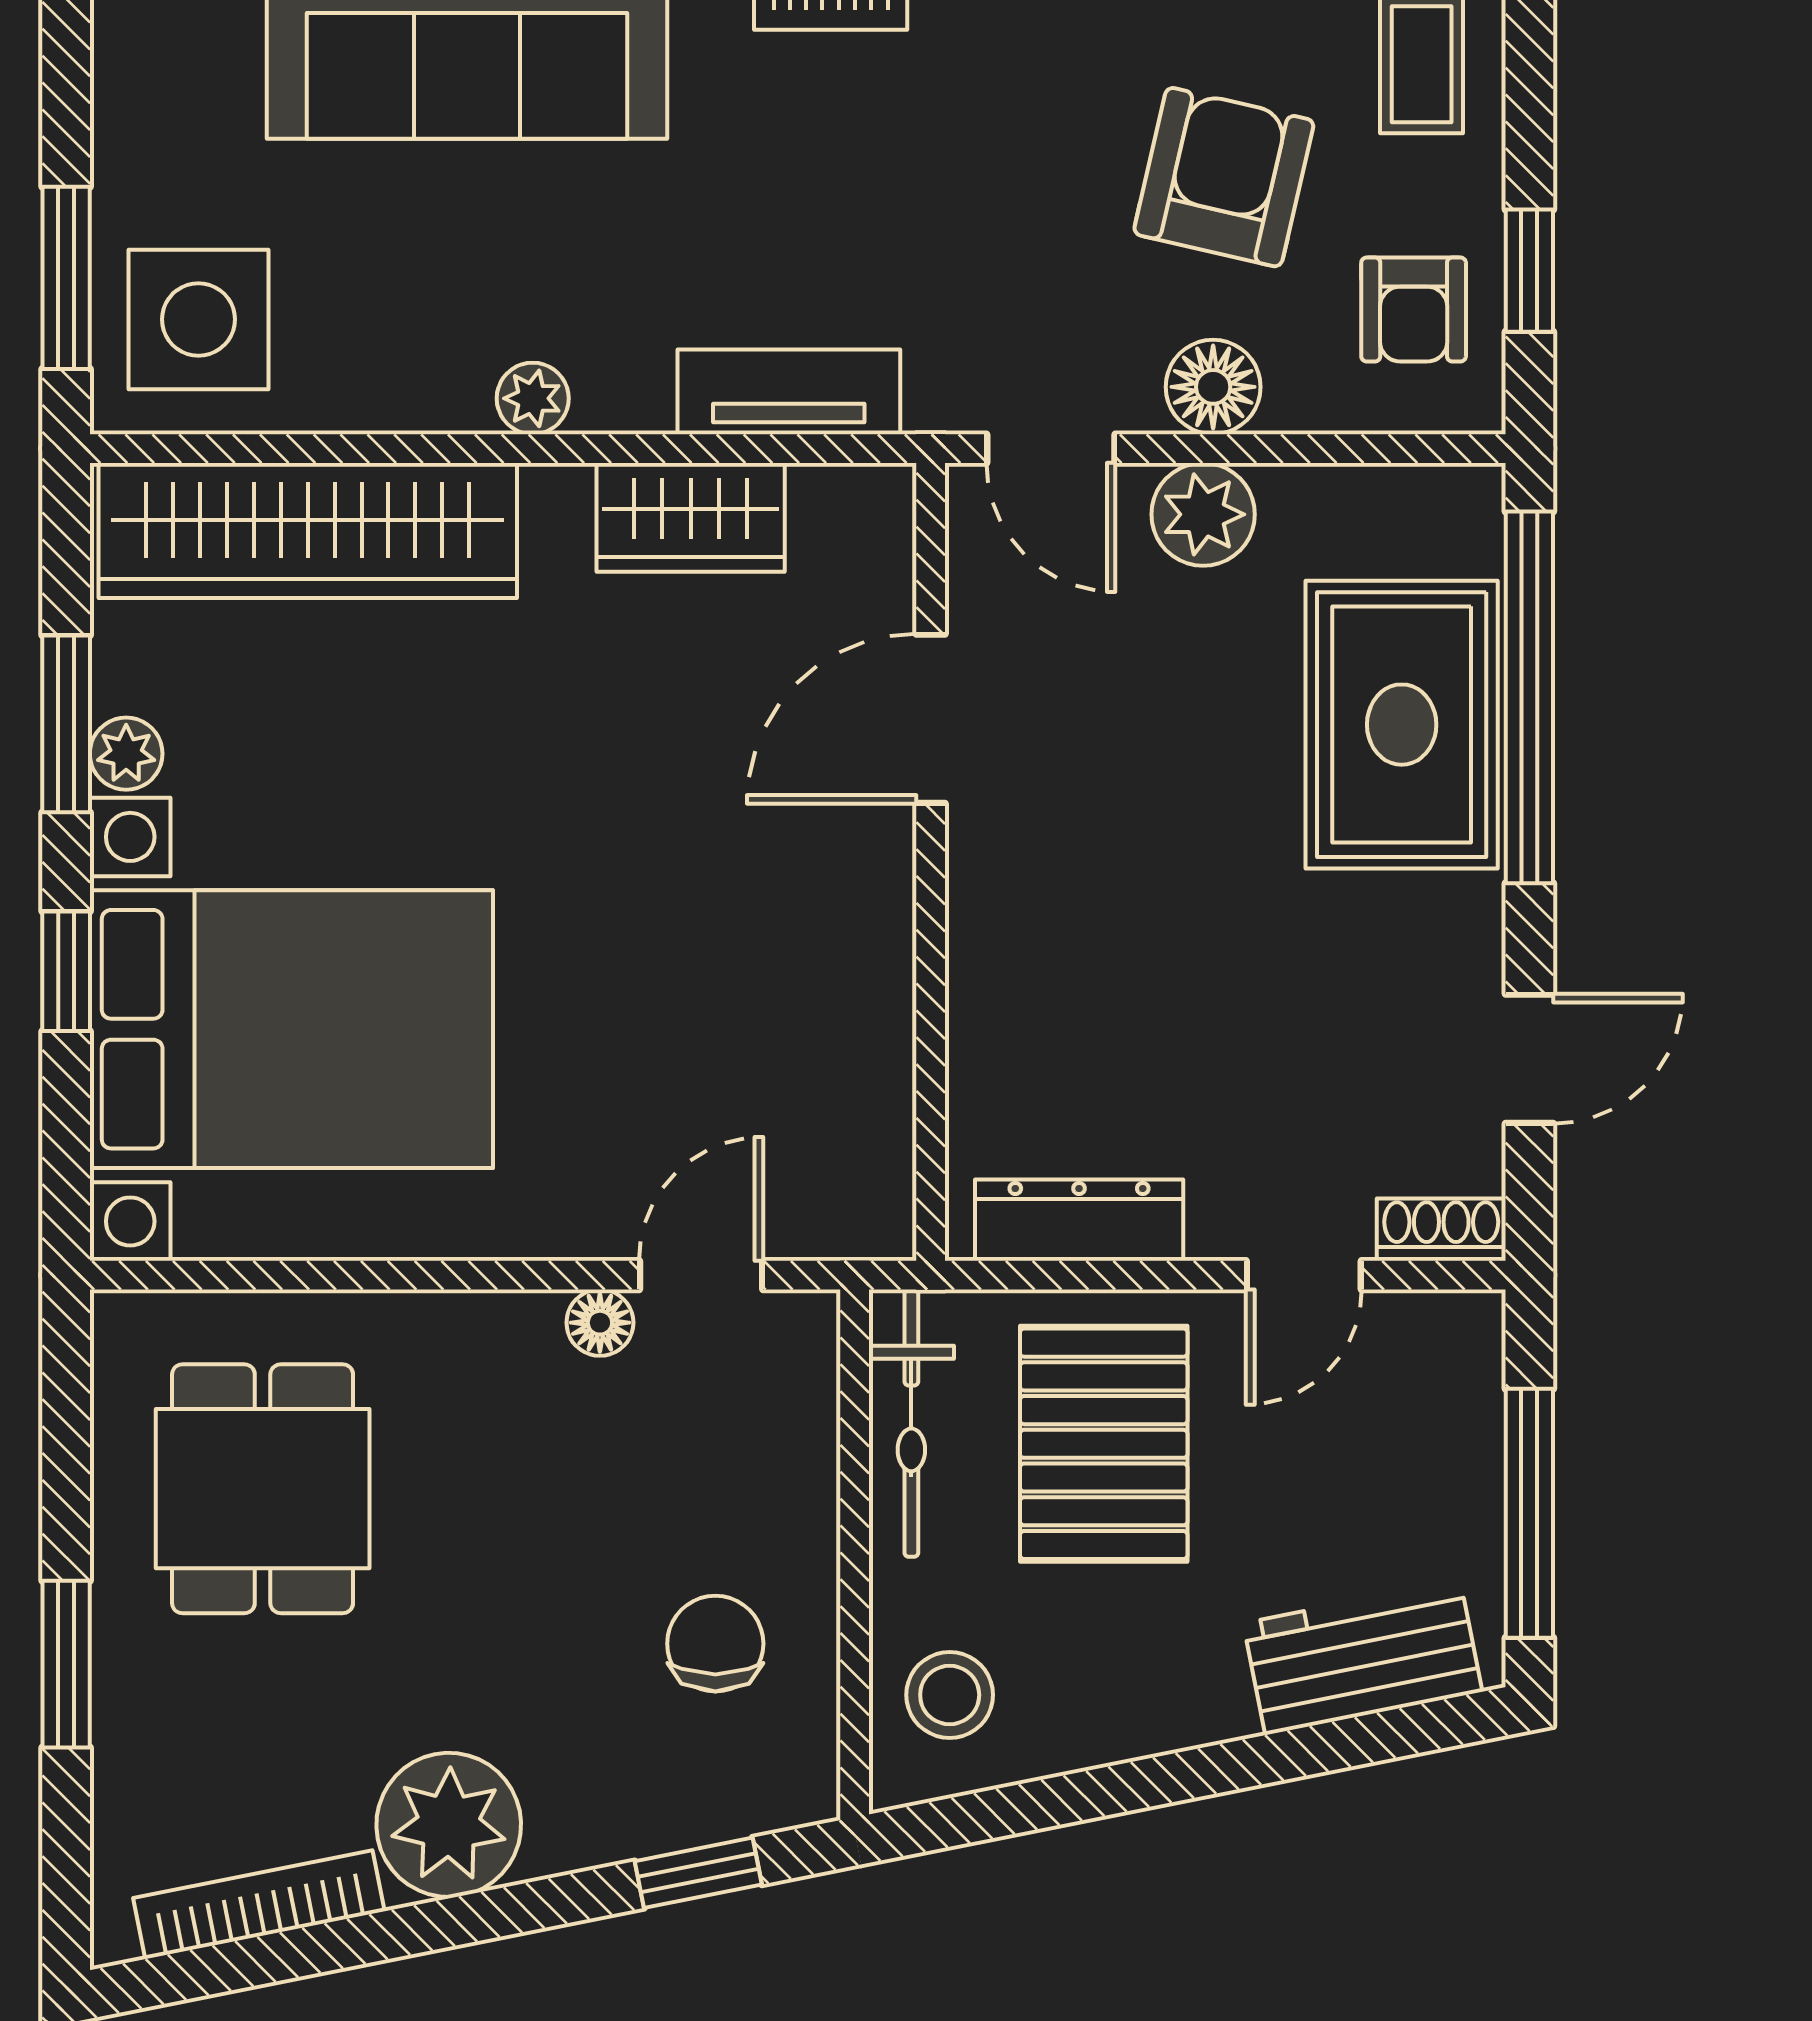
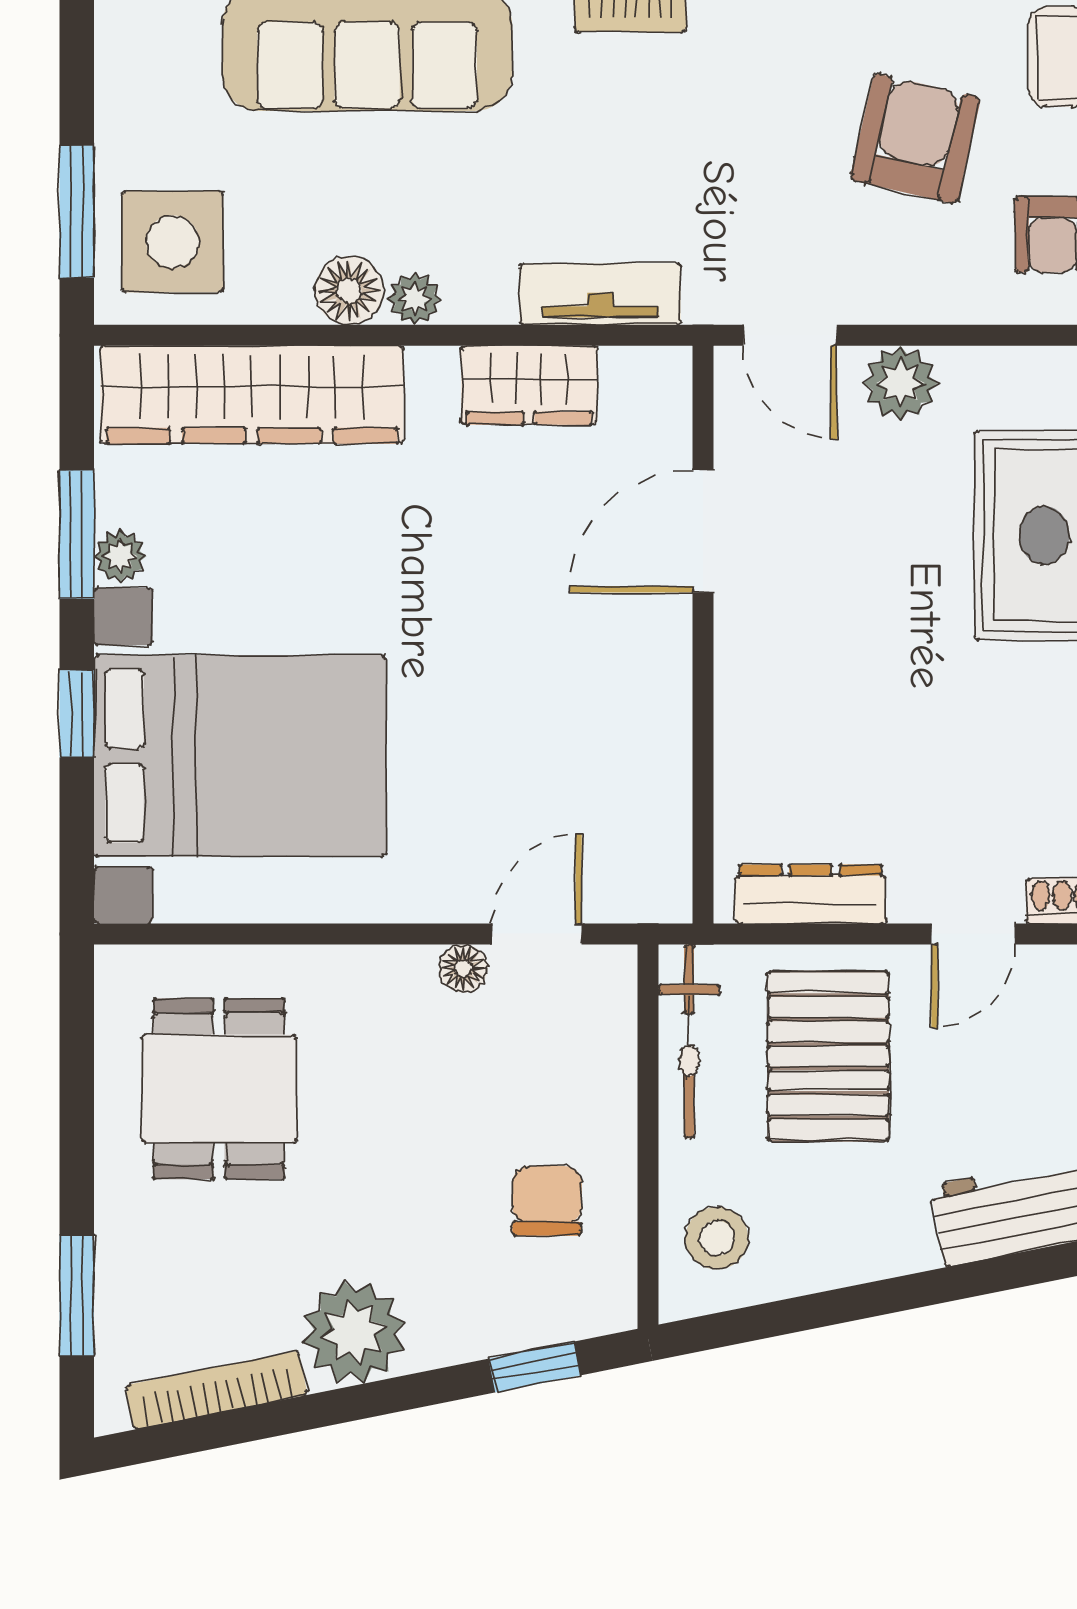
floor lamp: (1213, 387) -> (349, 291), moved
window: (66, 1664) -> (77, 1296), moved

